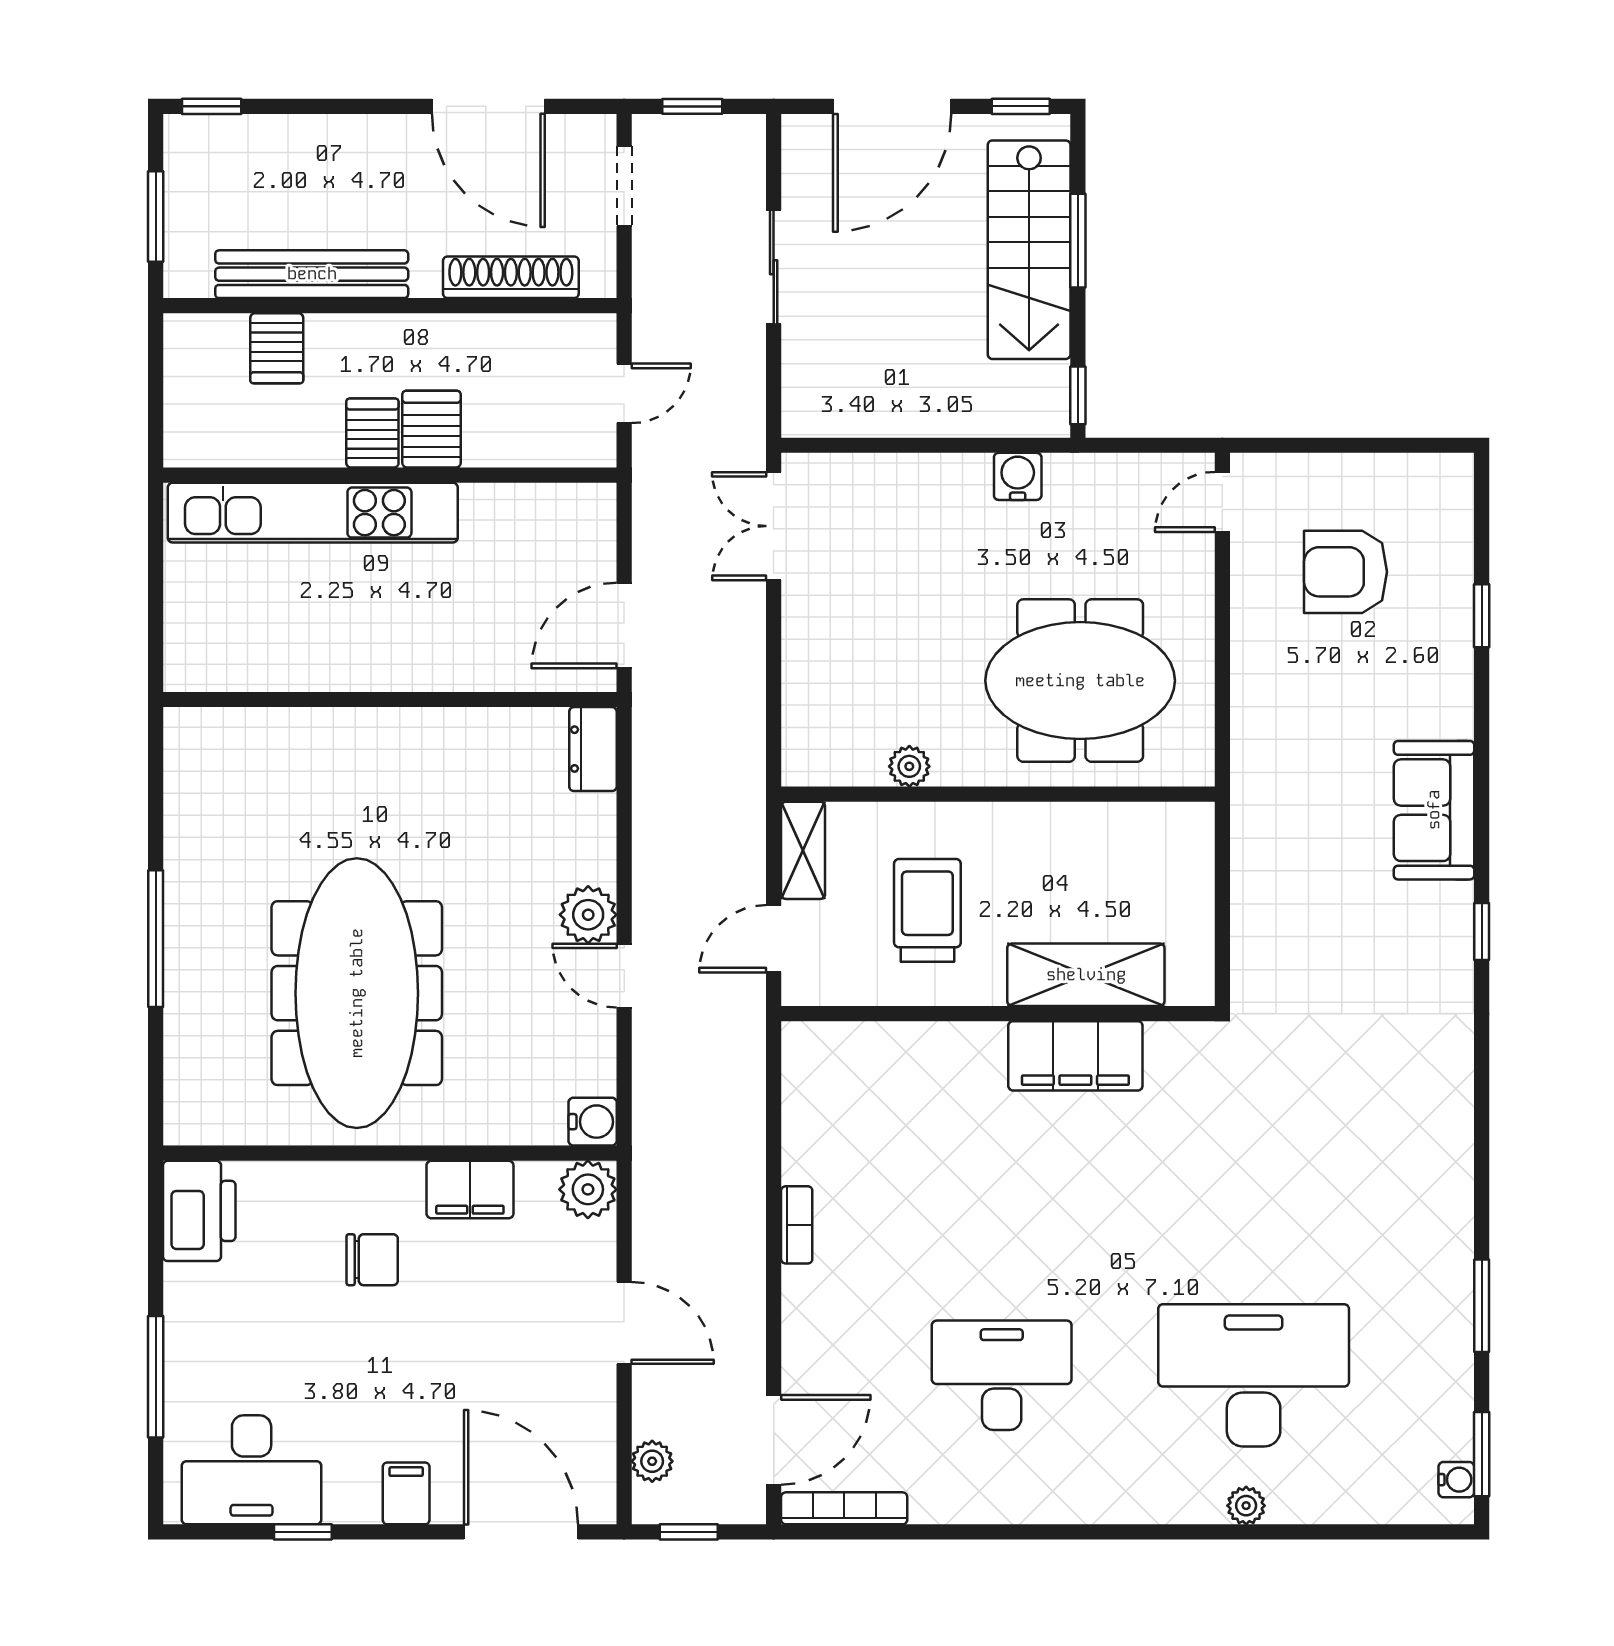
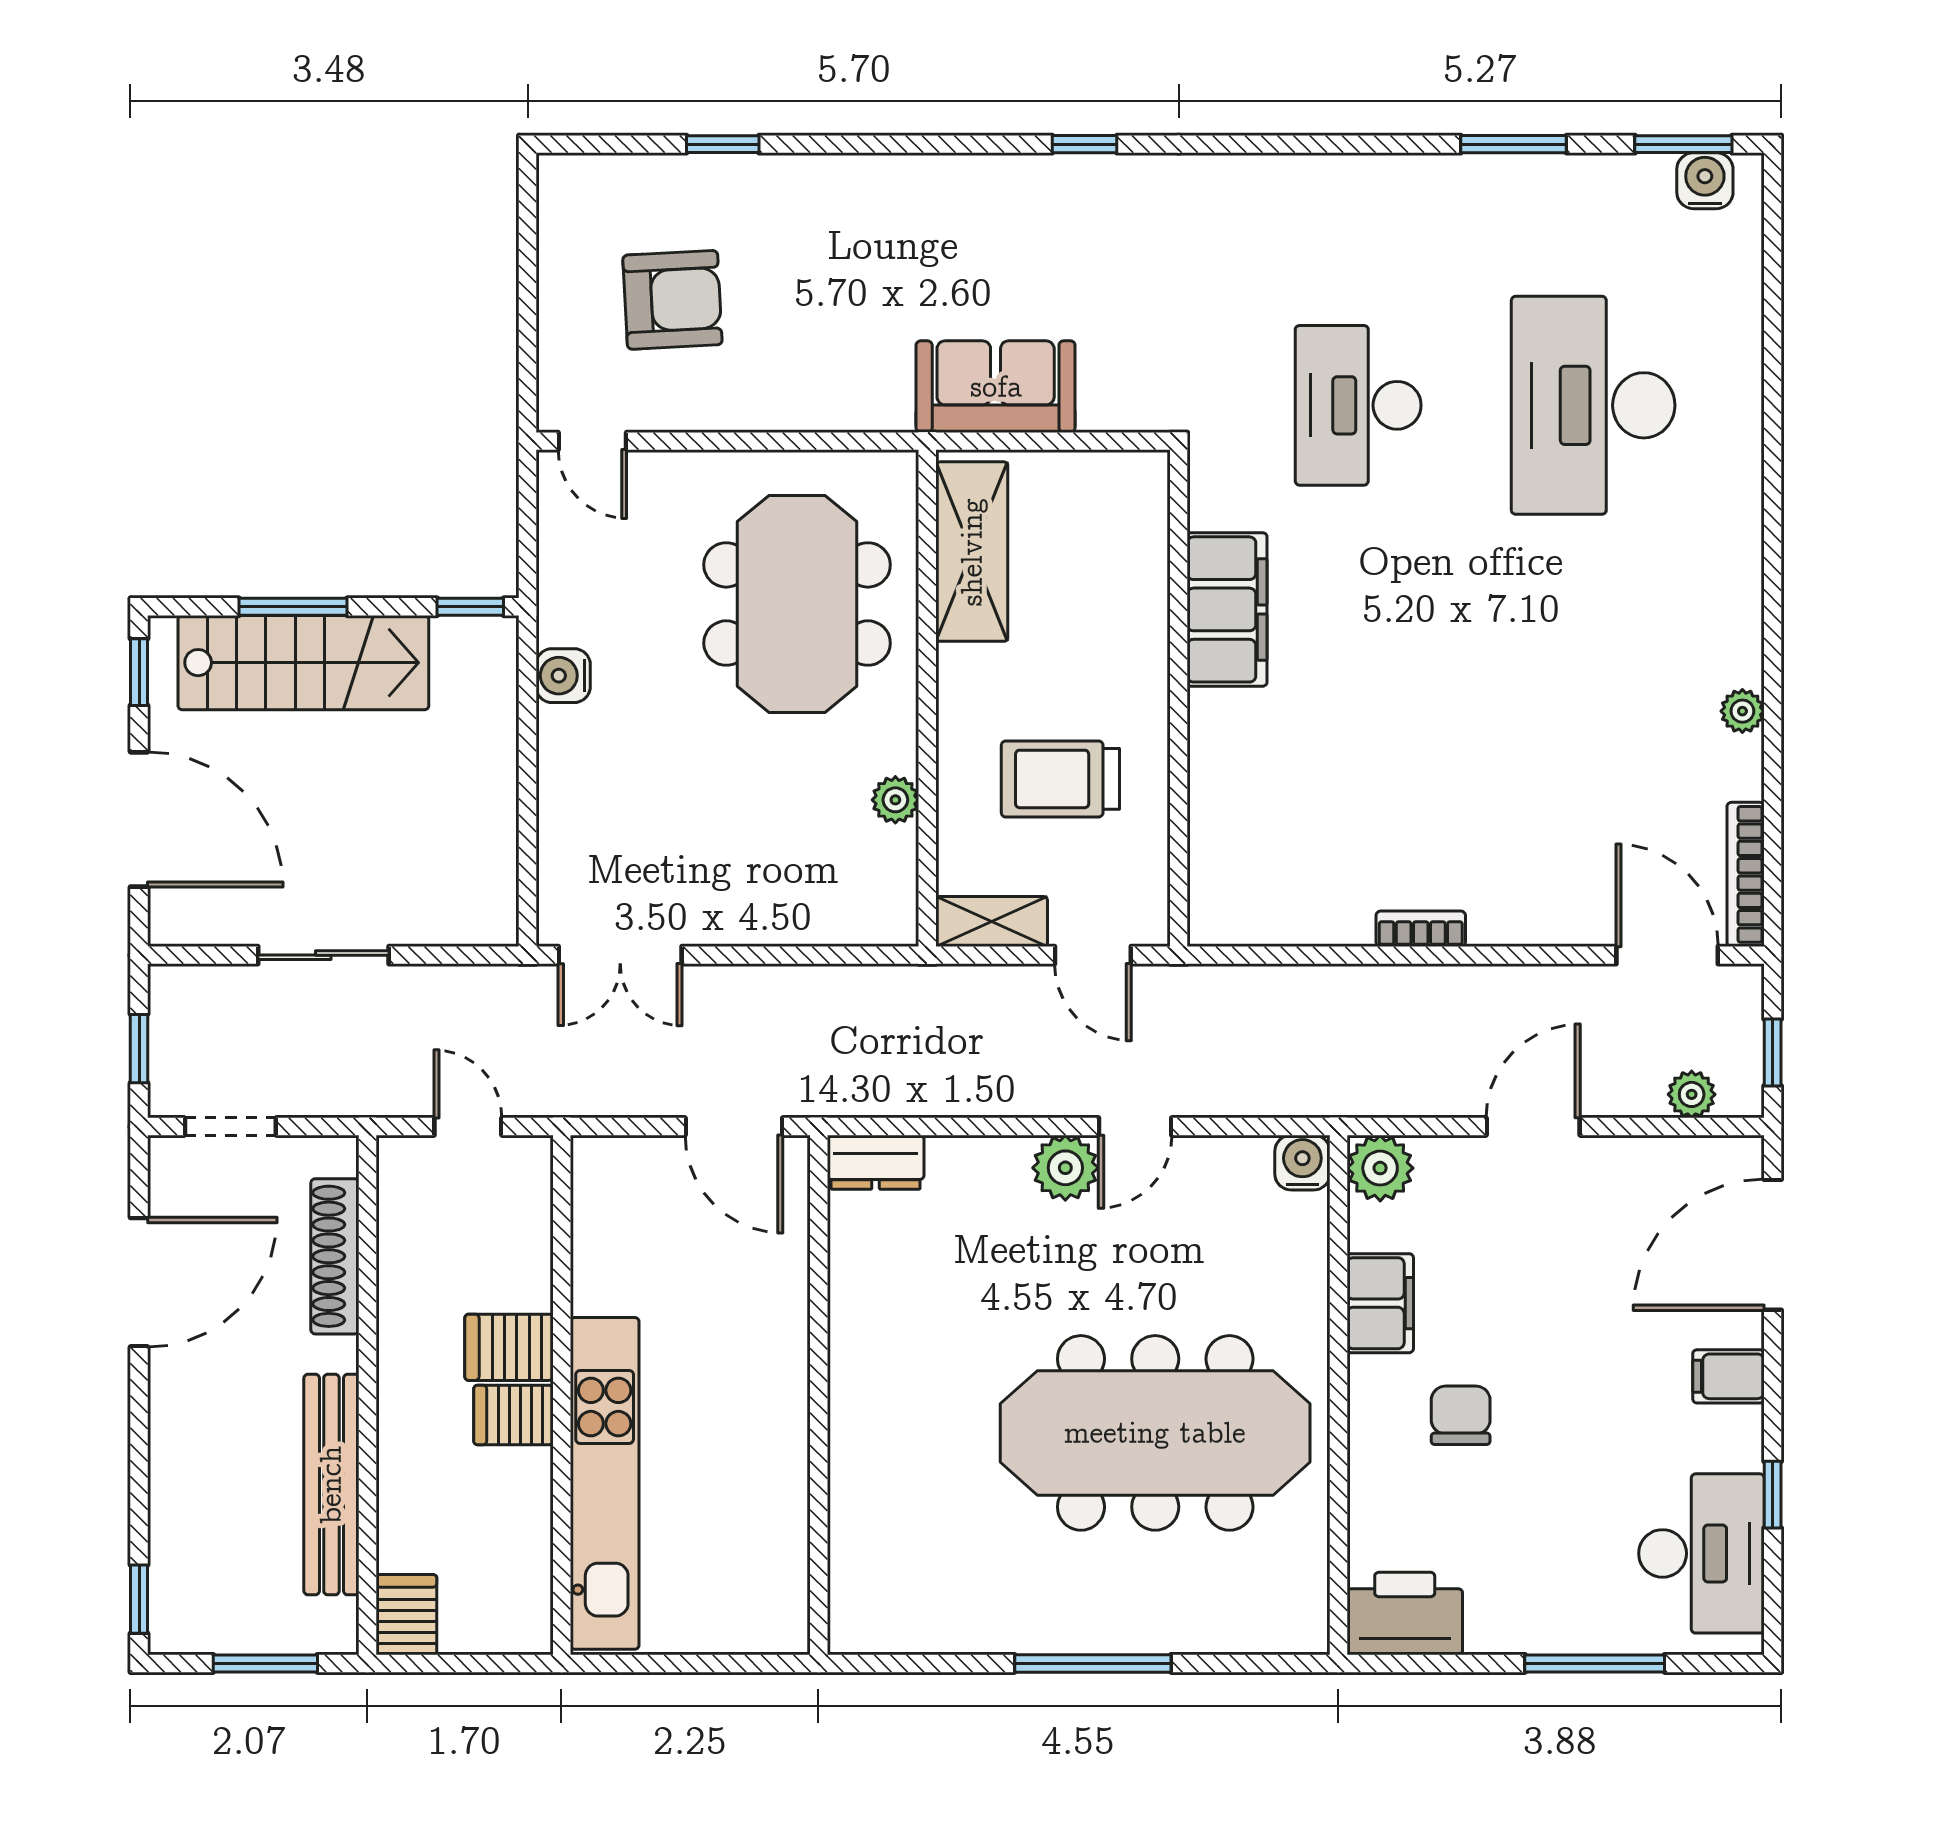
server rack: (277, 348) -> (406, 1615), moved, turned -90
armchair: (1346, 572) -> (672, 300), turned -93
sofa: (1434, 810) -> (996, 387), moved, turned 180
shelving: (1086, 975) -> (972, 552), moved
desk: (1002, 1375) -> (1358, 405), moved
water cooler: (1456, 1480) -> (1705, 181), width x1.38, depth x1.38
plant: (1246, 1506) -> (1742, 711), moved

